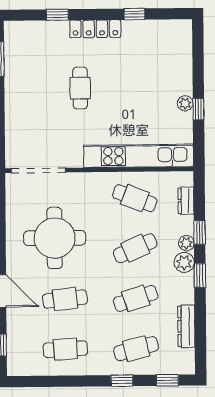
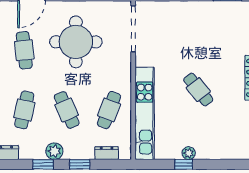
cafe table: (80, 88) -> (198, 90), moved, turned 52
plant: (186, 243) -> (71, 153), removed
cafe table: (136, 298) -> (24, 110), turned 30

